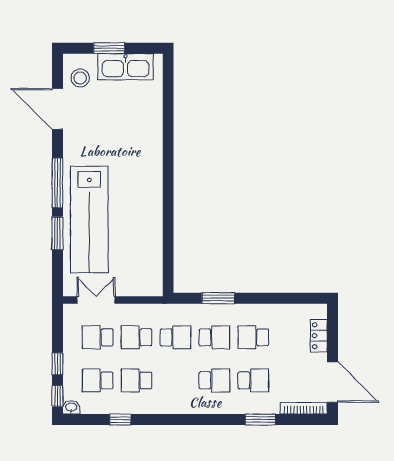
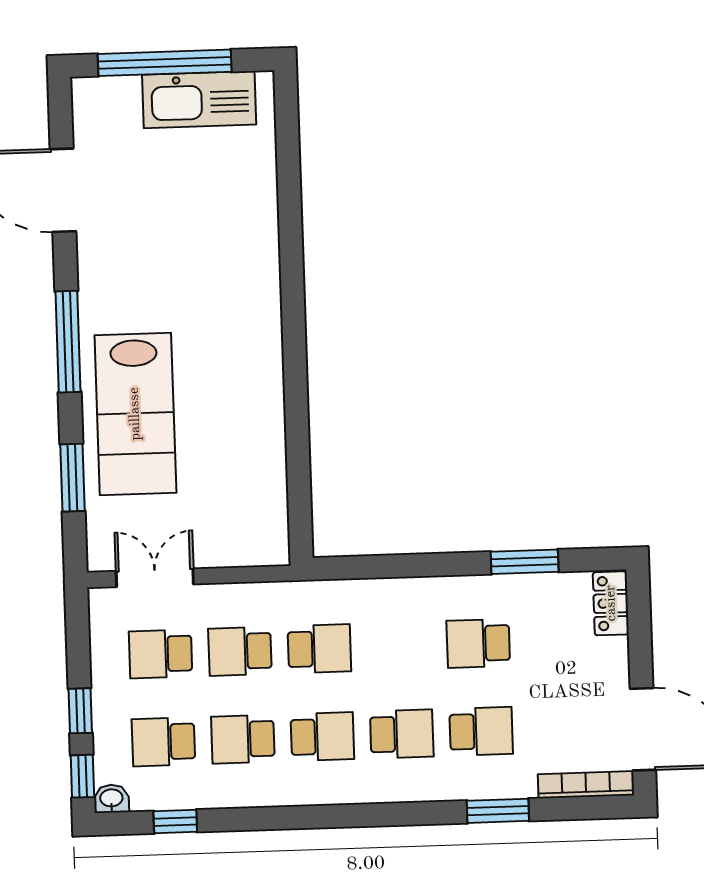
window: (109, 48) -> (165, 63), width x2.11
stool: (80, 78) -> (107, 126), removed
lab bench: (89, 220) -> (135, 414), width x0.73
window: (57, 233) -> (73, 478), moved
window: (218, 298) -> (525, 562), moved
locker: (319, 336) -> (611, 603), moved
school desk: (214, 337) -> (322, 737), moved
window: (120, 420) -> (175, 822), moved

